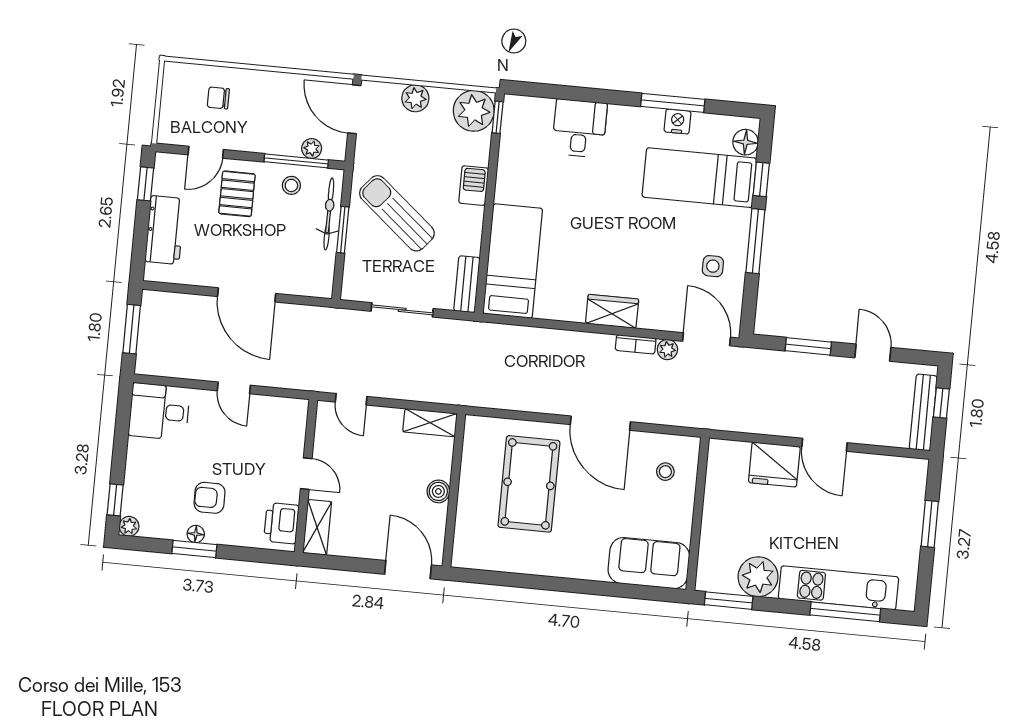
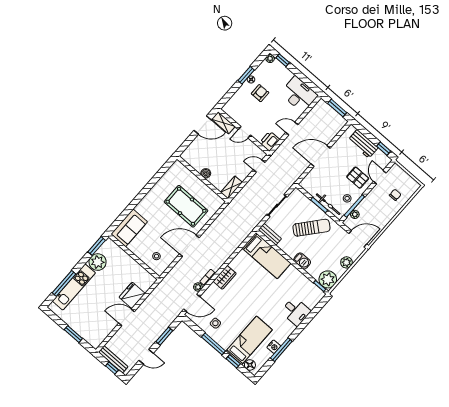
desk: (159, 412) -> (299, 94), width x1.37
printer: (281, 523) -> (270, 141), moved, turned -90
door: (408, 570) -> (203, 125), moved

